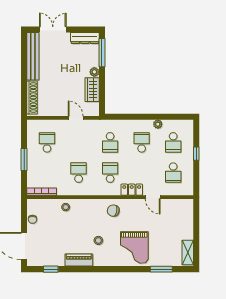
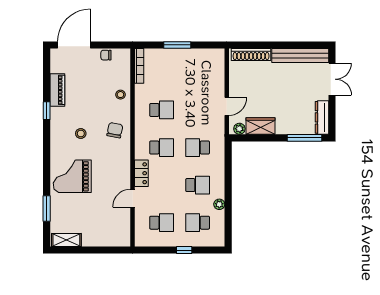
plant: (94, 72) -> (239, 129), moved
school desk: (47, 142) -> (198, 72), removed
school desk: (173, 173) -> (162, 223), turned 180
chair: (113, 211) -> (115, 130), moved
piano: (79, 260) -> (57, 90), moved
window: (51, 269) -> (47, 111), moved

